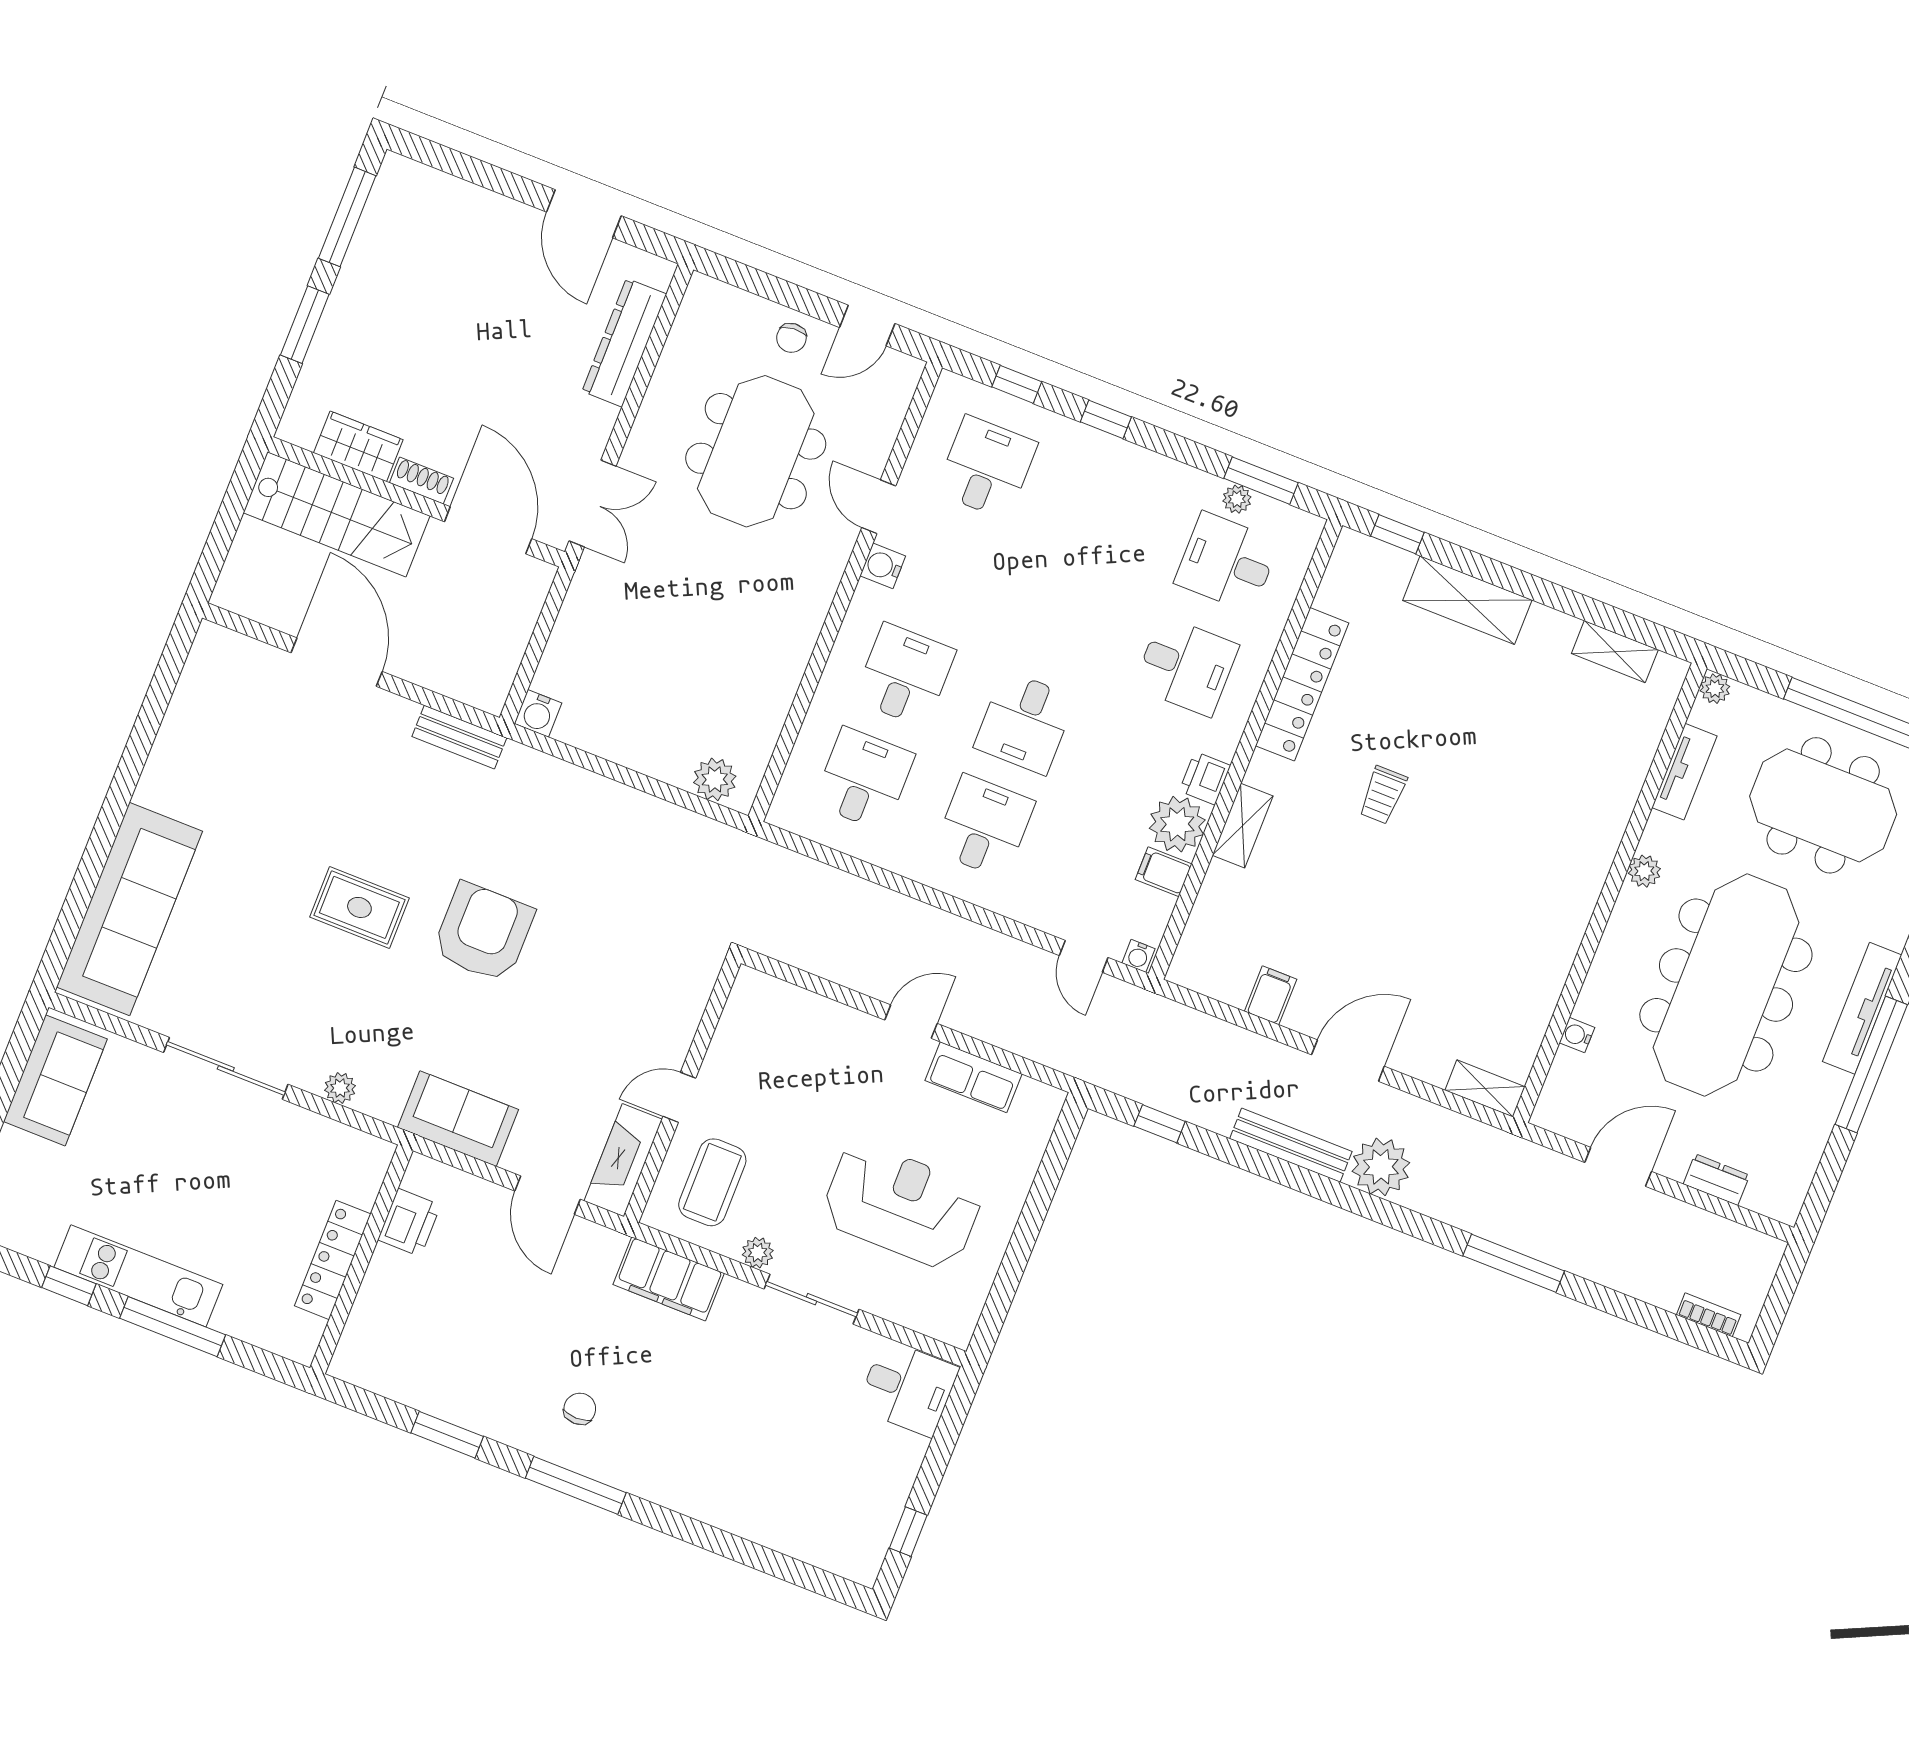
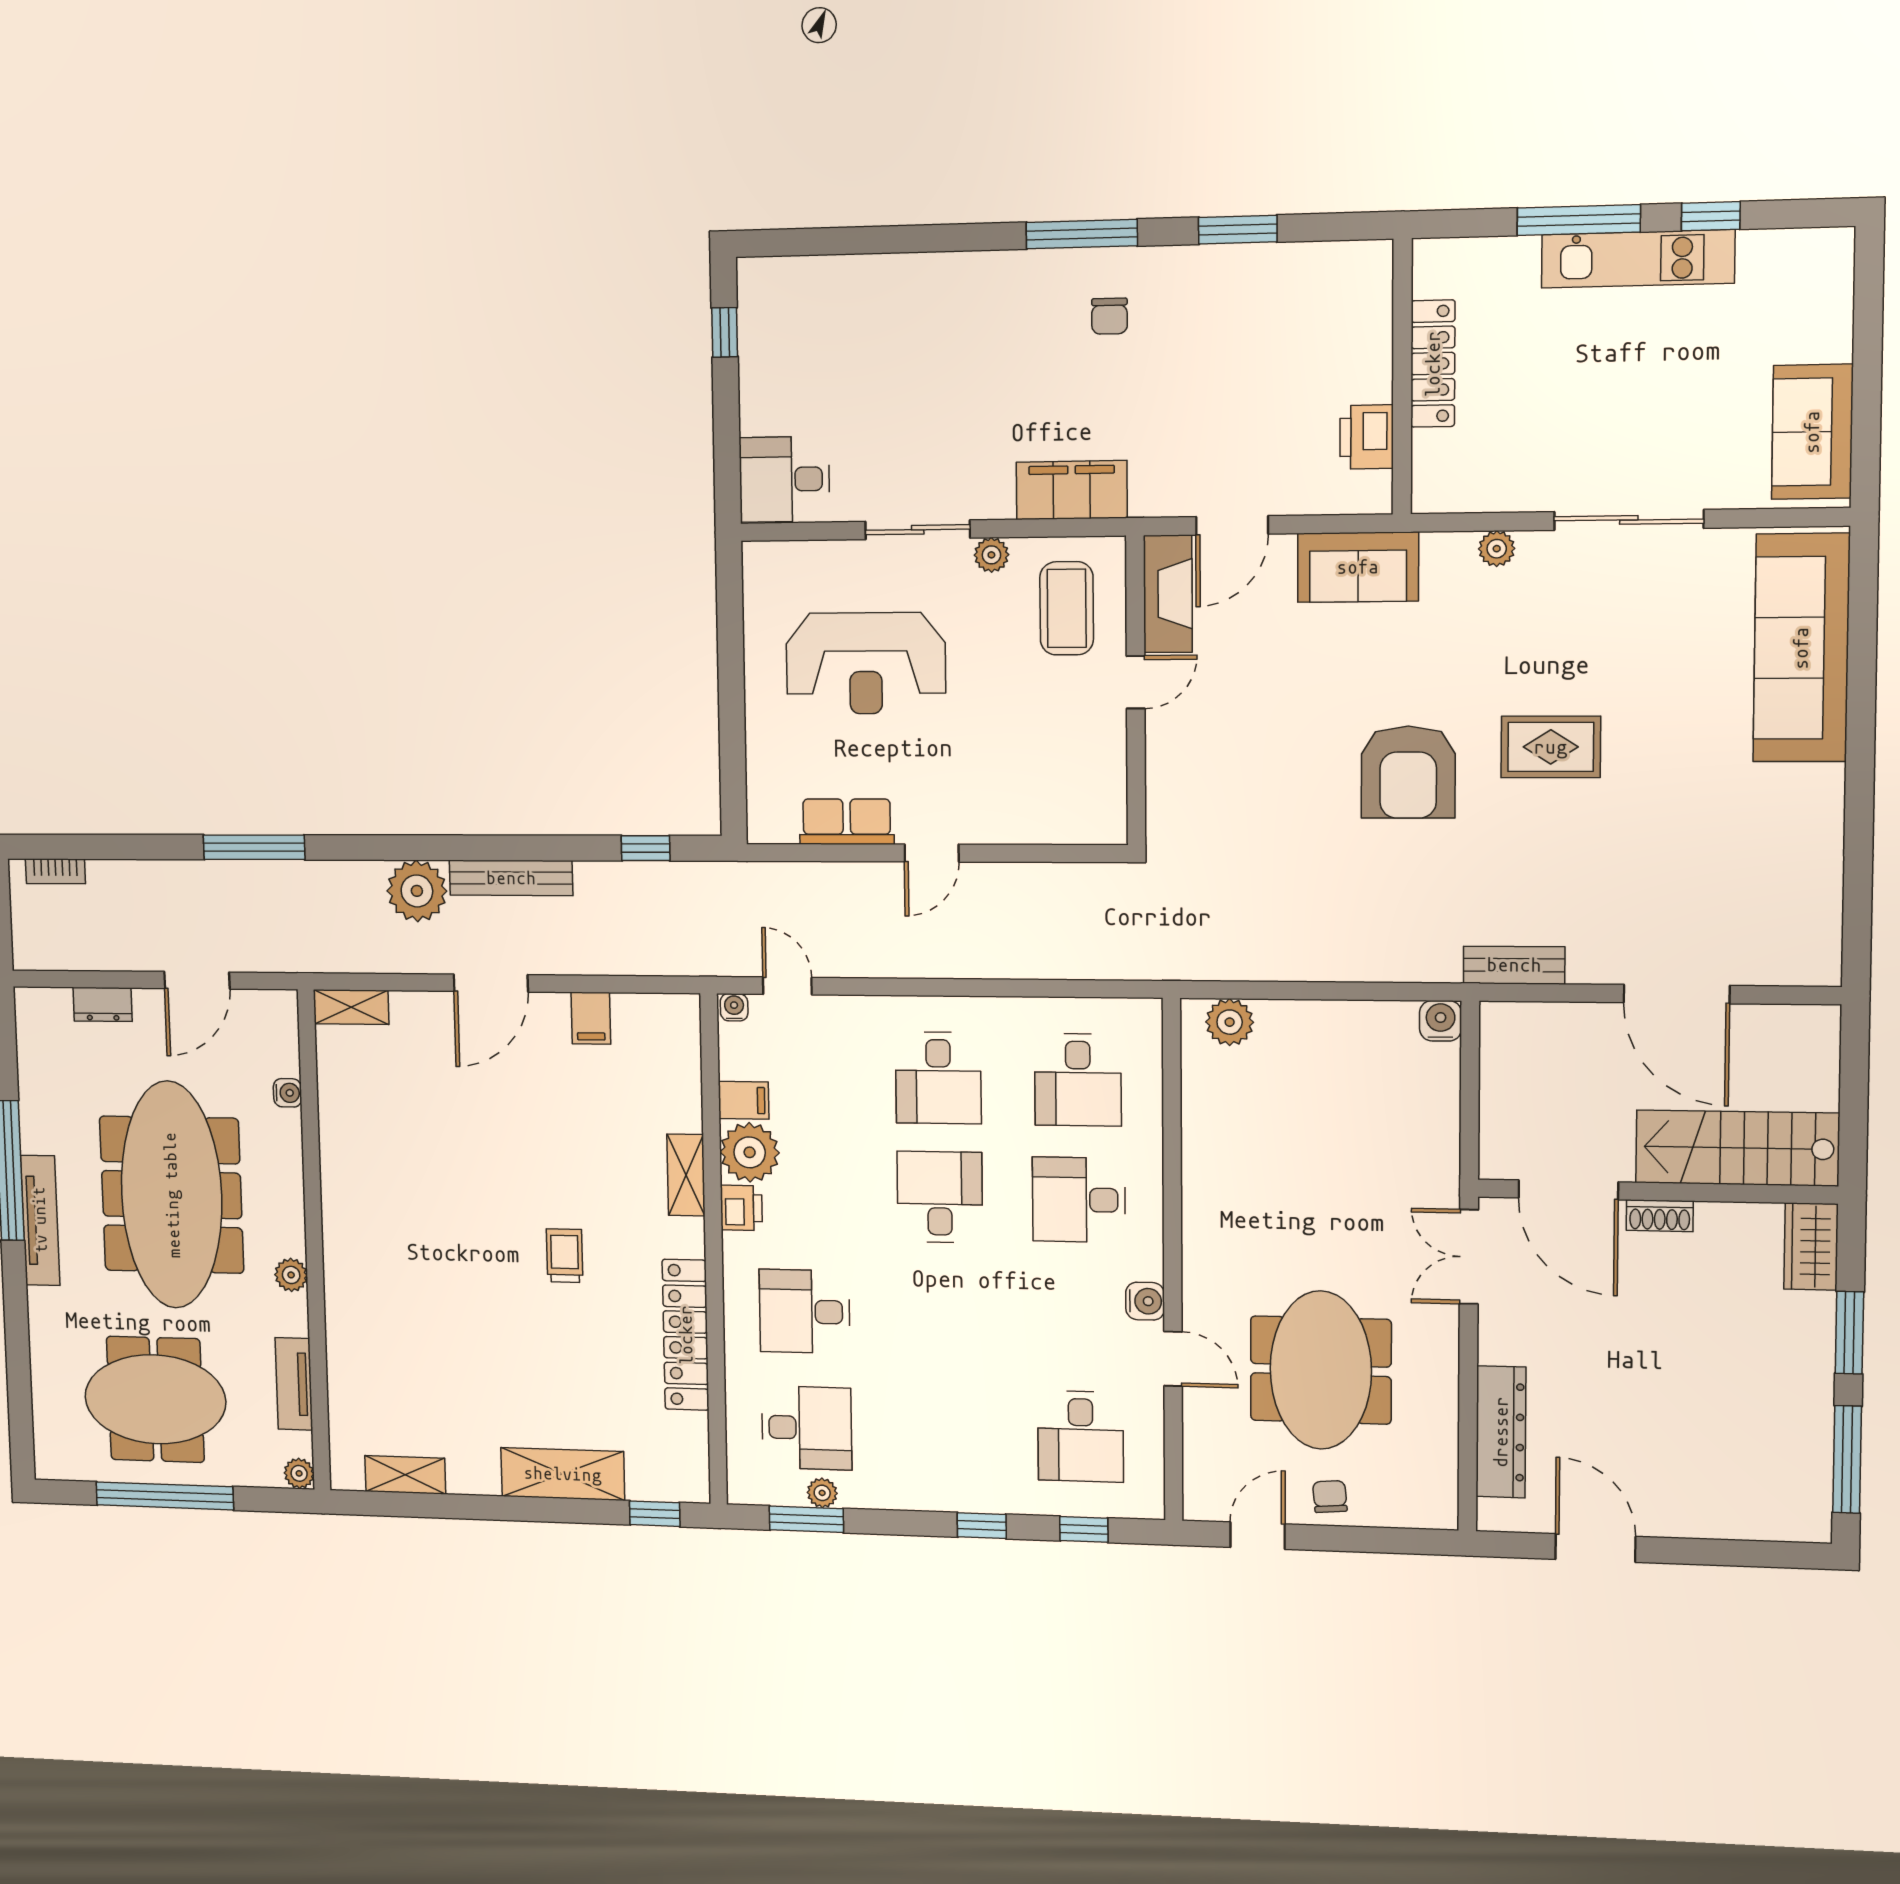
wardrobe: (358, 446) -> (1811, 1247), moved, turned 90
desk: (905, 675) -> (1079, 1200), turned 90
door: (547, 1195) -> (1232, 525), swing flipped

